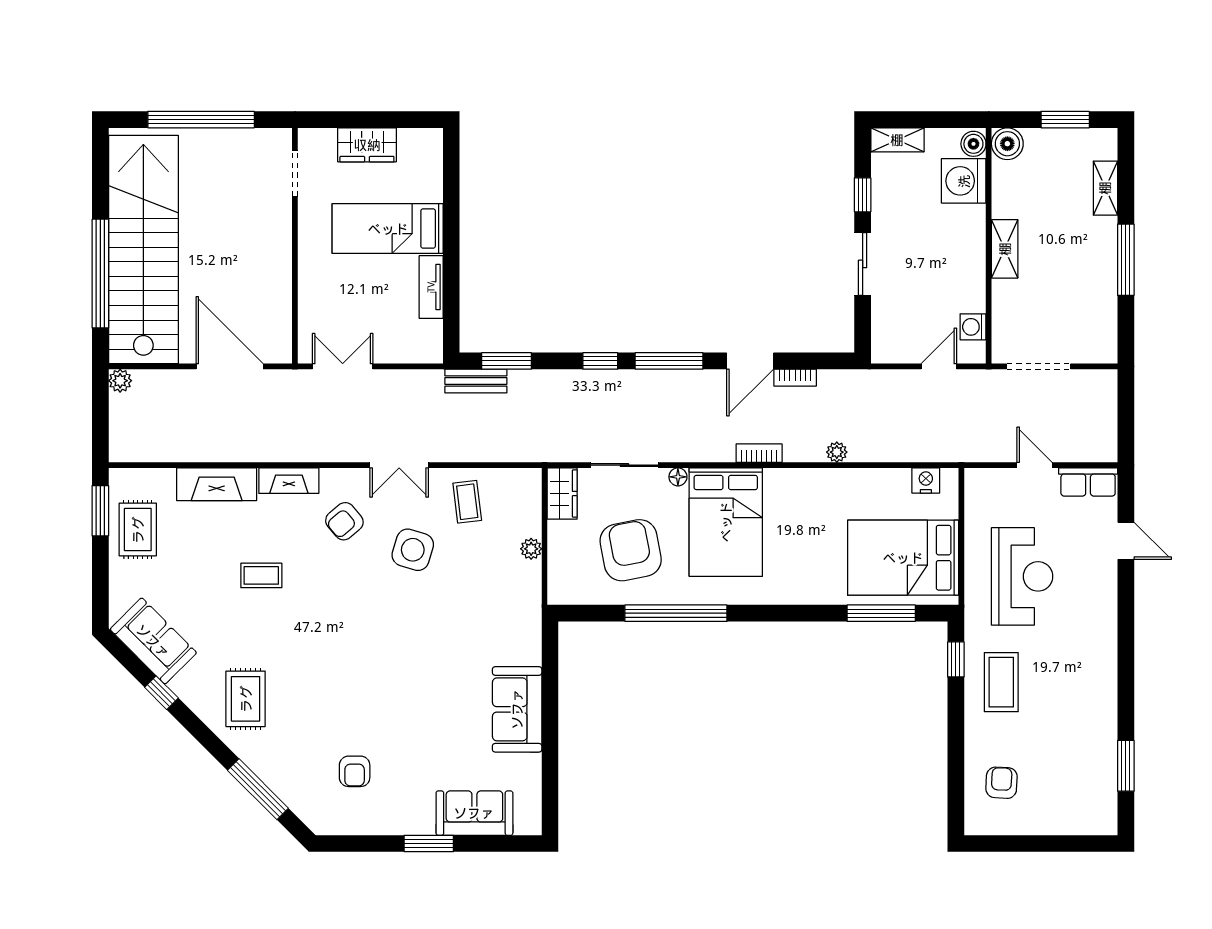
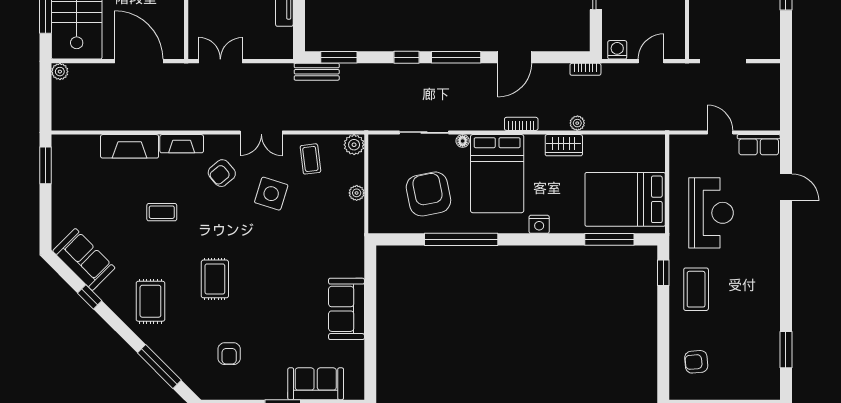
washing machine: (973, 327) -> (617, 50), moved, turned 90
bookcase: (795, 378) -> (585, 69), moved
nightstand: (926, 481) -> (539, 224), moved, turned 180
plant: (528, 482) -> (354, 145), added
wardrobe: (562, 494) -> (564, 145), moved, turned 90
rug: (138, 530) -> (215, 279), moved
armchair: (1001, 783) -> (696, 362), turned -98

